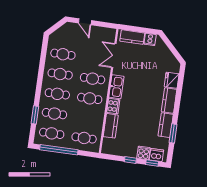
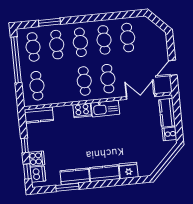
door: (85, 22) -> (173, 68), moved
kitchen counter: (111, 126) -> (39, 115), moved

